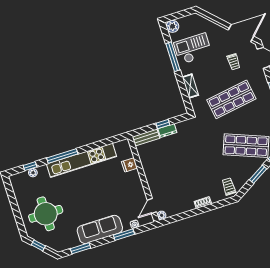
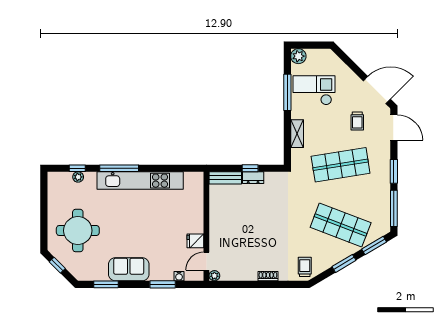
fridge: (129, 165) -> (195, 241), moved
sofa: (100, 229) -> (129, 269), width x0.73

